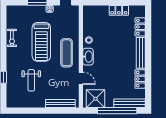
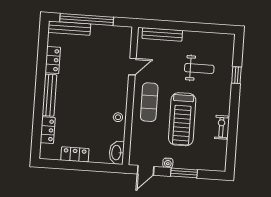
treadmill: (41, 42) -> (182, 119), turned 180
washbasin: (88, 57) -> (117, 153), moved
door: (81, 78) -> (132, 67), swing flipped
weight bench: (31, 80) -> (199, 68), turned 90
shower: (96, 99) -> (115, 38), removed

